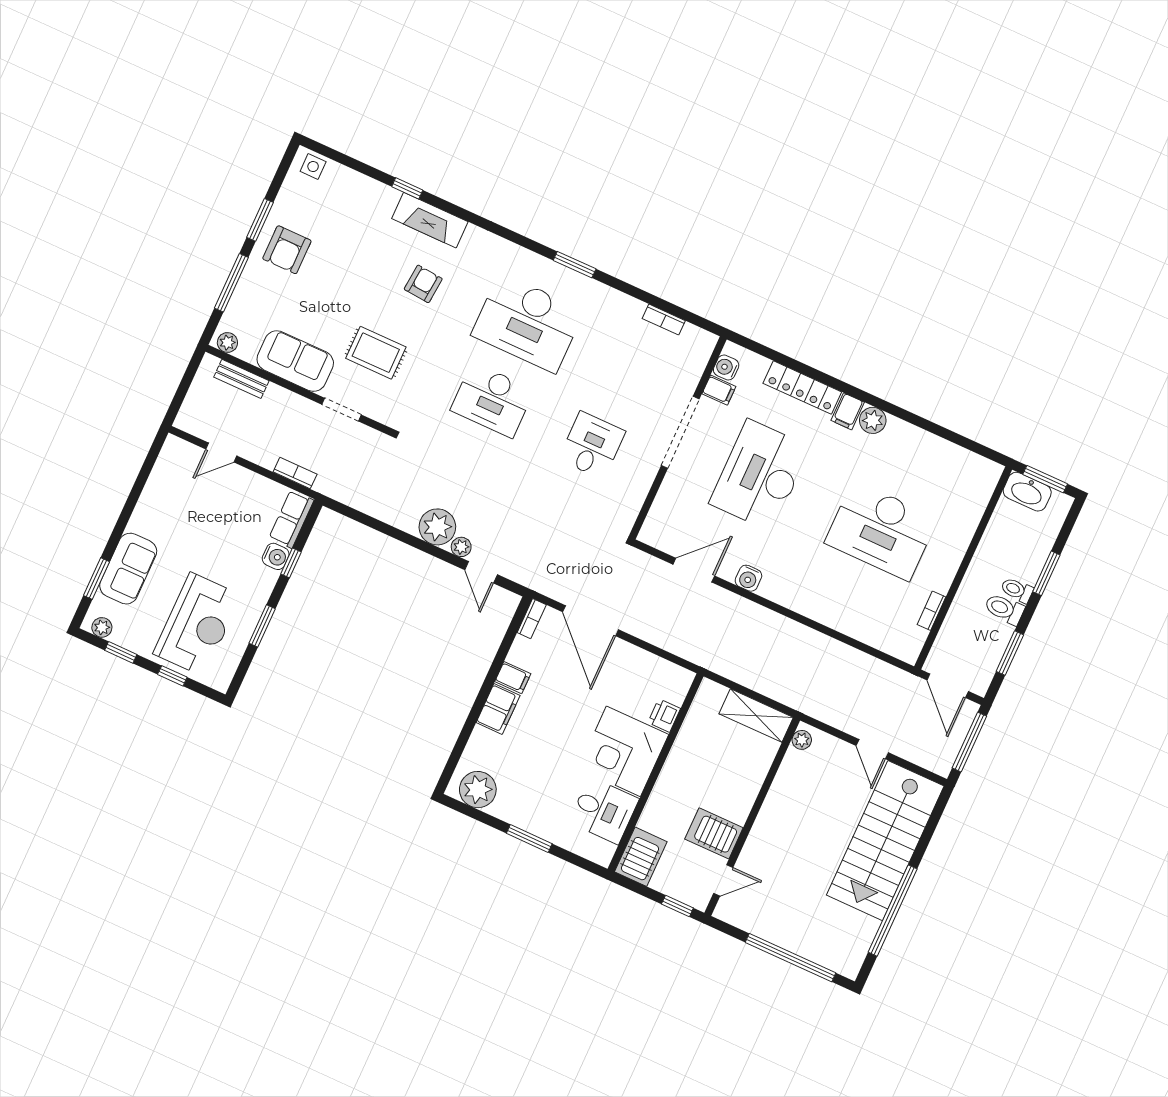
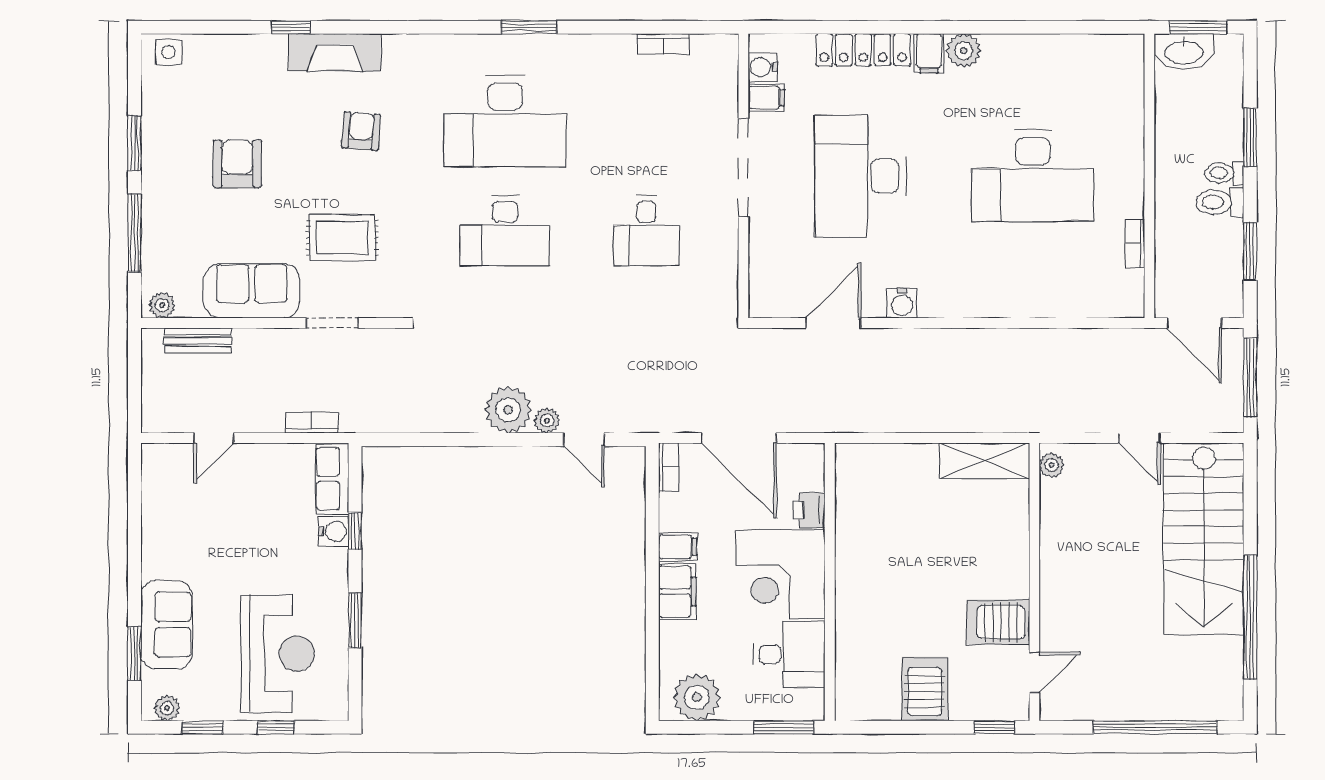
armchair: (287, 250) -> (237, 164), moved, turned 180
desk: (592, 445) -> (646, 231), turned 180
printer: (664, 716) -> (809, 510), moved
corner desk: (623, 751) -> (781, 574), moved
wall: (656, 773) -> (830, 582), moved
desk: (604, 810) -> (789, 654), moved

